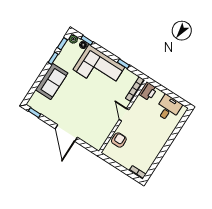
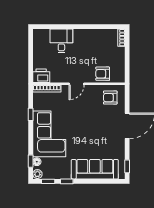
sofa: (52, 81) -> (95, 169), width x1.36
desk: (168, 108) -> (61, 41), moved, turned 90
armchair: (97, 134) -> (110, 98), added

